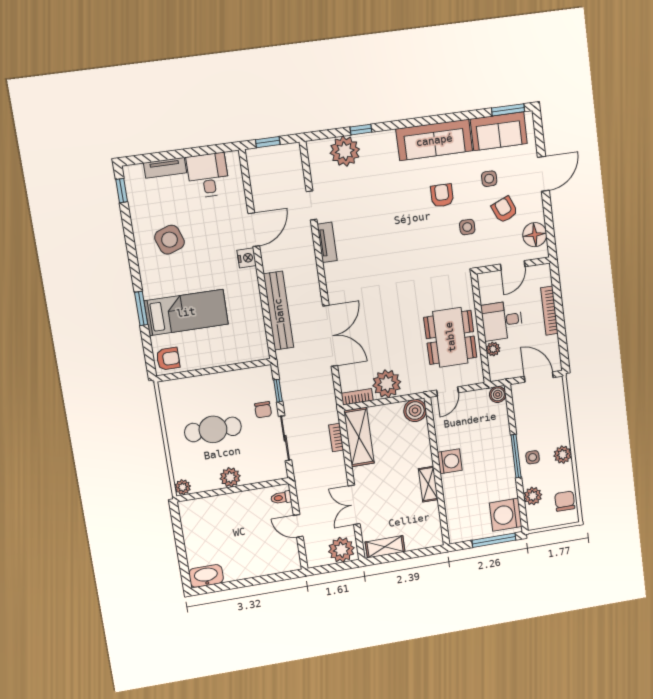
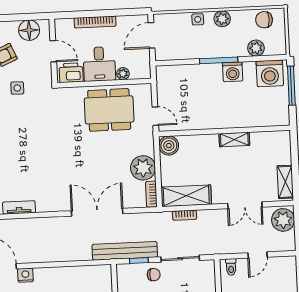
printer: (490, 289) -> (71, 73), added
bench: (279, 311) -> (125, 251), moved
boiler: (498, 394) -> (163, 73), removed
side table: (533, 457) -> (198, 19), moved
washing machine: (450, 461) -> (233, 72), moved, turned 180

